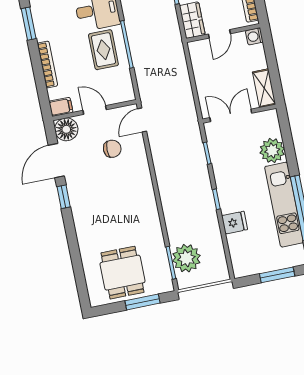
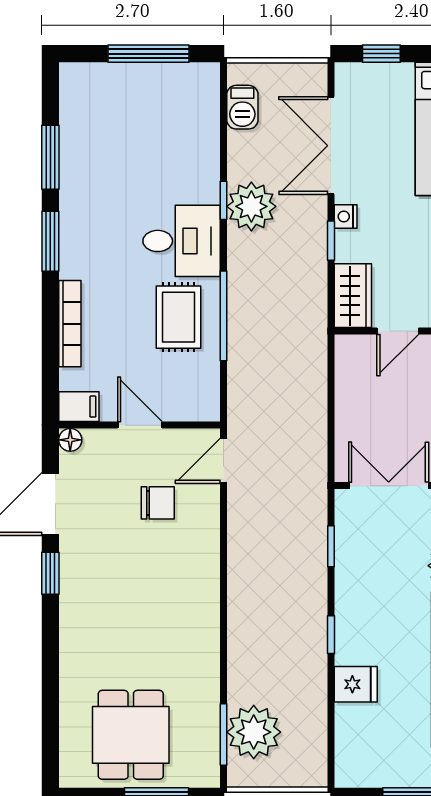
floor lamp: (66, 129) -> (70, 440), width x0.53, depth x0.53

